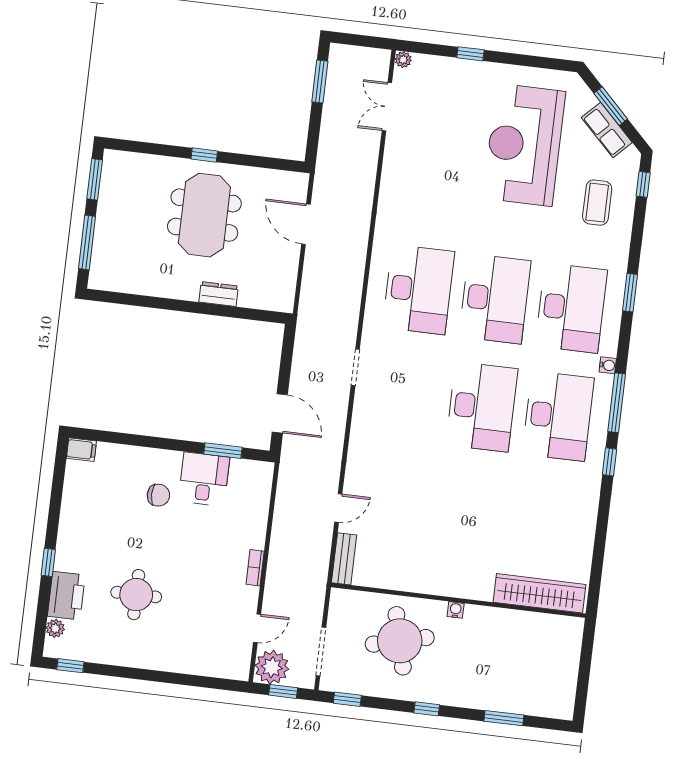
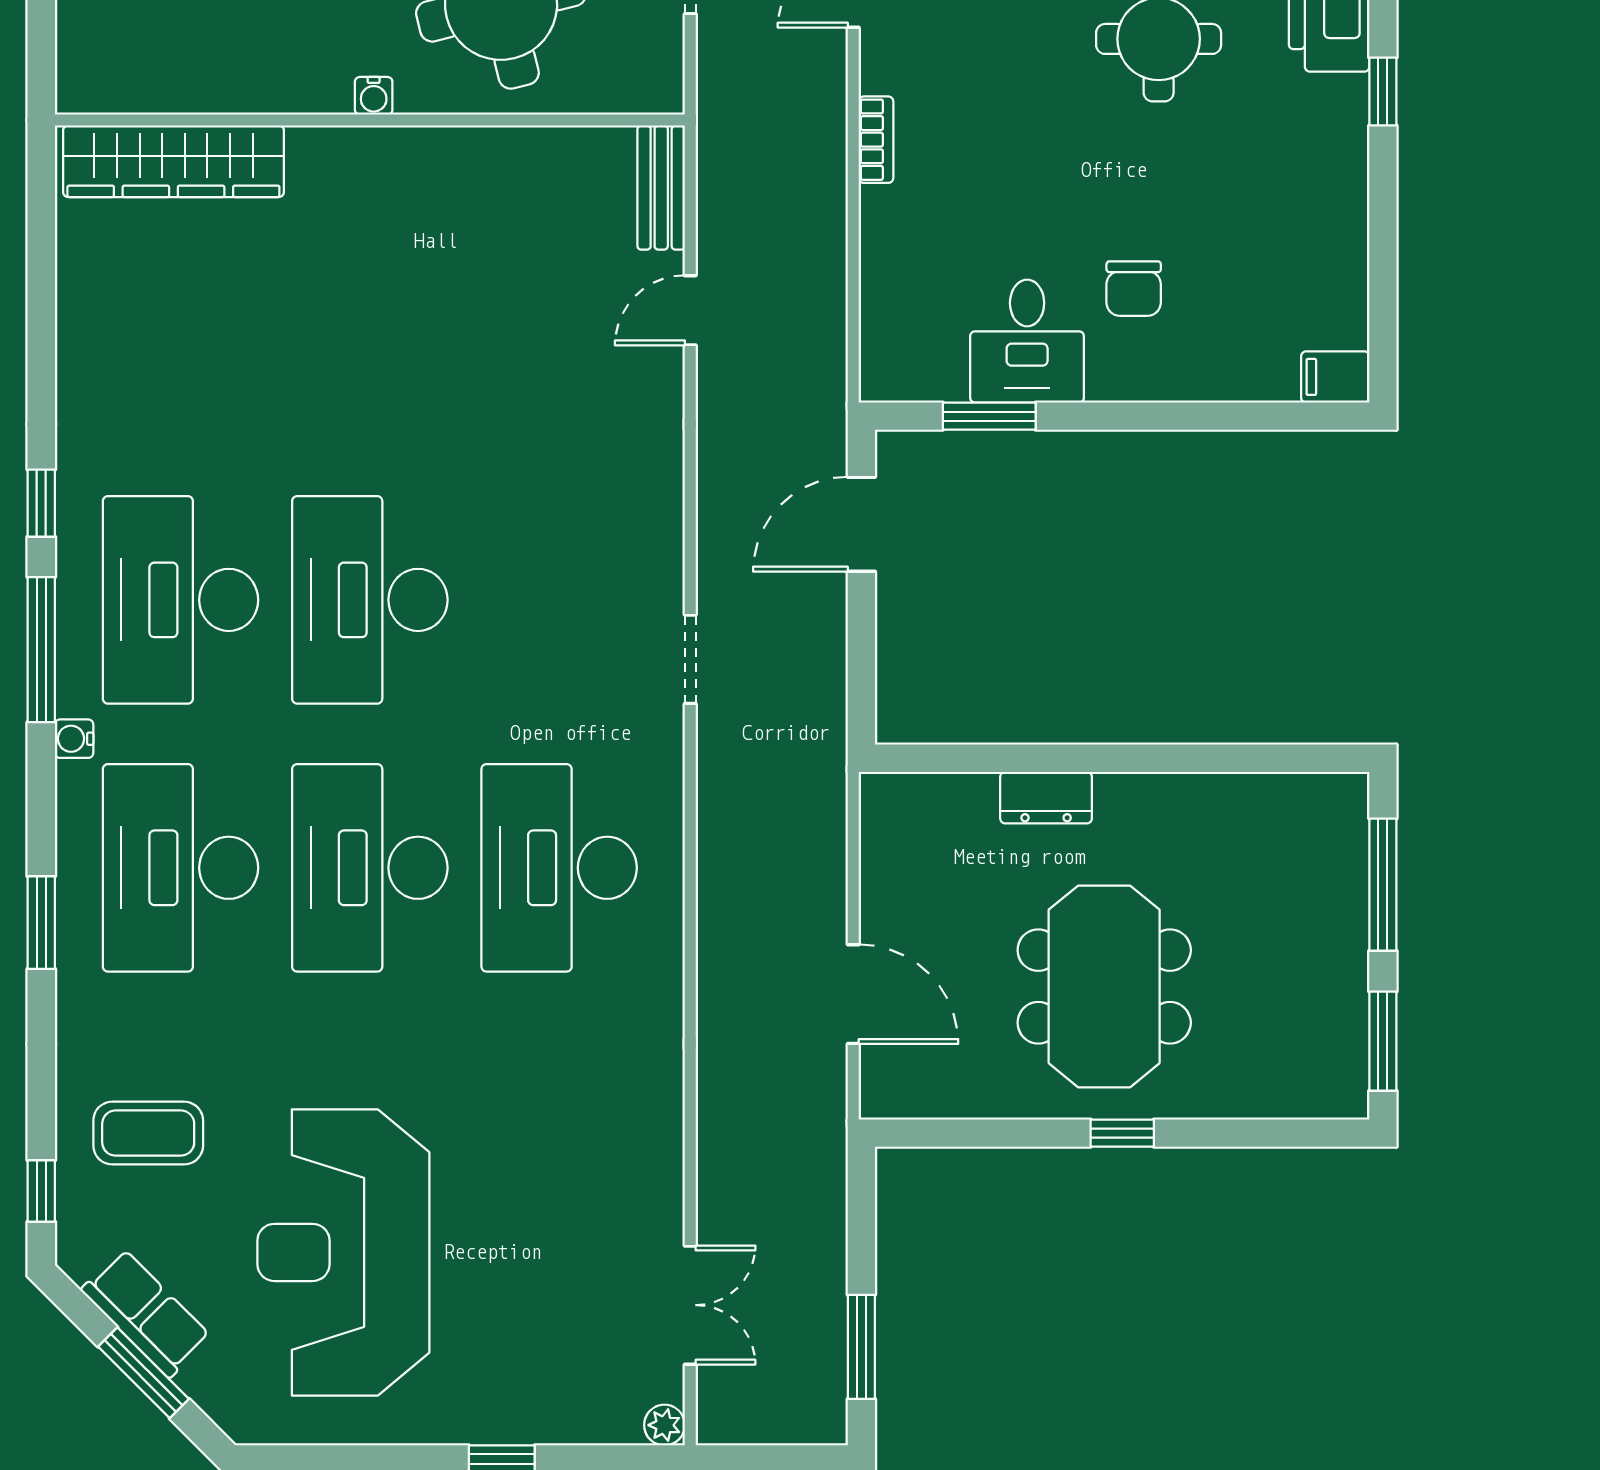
reception desk: (524, 145) -> (343, 1252), turned 180
coffee table: (597, 203) -> (148, 1133), turned 90
door: (280, 413) -> (861, 524), hinge flipped
chair: (158, 495) -> (1134, 289), turned -90

